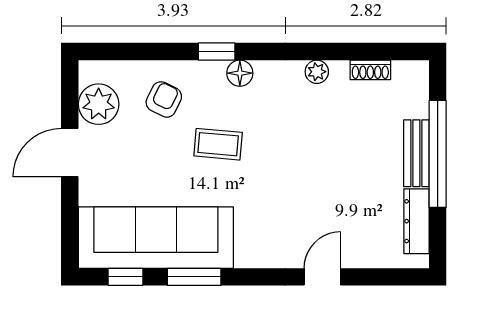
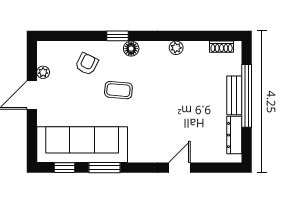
shoe rack: (370, 70) -> (222, 47), moved
plant: (99, 104) -> (43, 72), width x0.53, depth x0.53

